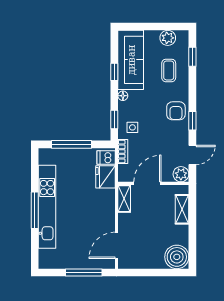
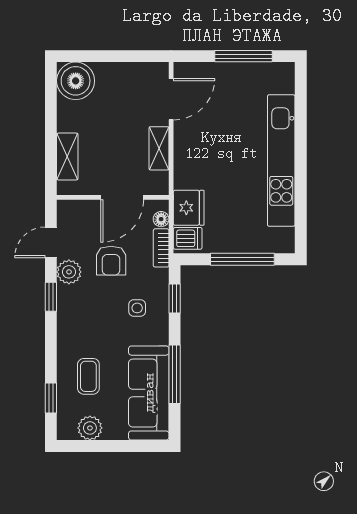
window: (114, 72) -> (175, 374), width x2.17
floor lamp: (123, 96) -> (161, 219), moved
armchair: (176, 111) -> (111, 261), moved, turned 180
side table: (132, 127) -> (137, 308), moved
plant: (181, 174) -> (69, 272), moved
shelving: (124, 199) -> (159, 148), moved
window: (35, 210) -> (301, 155), removed
window: (84, 272) -> (244, 56), moved

